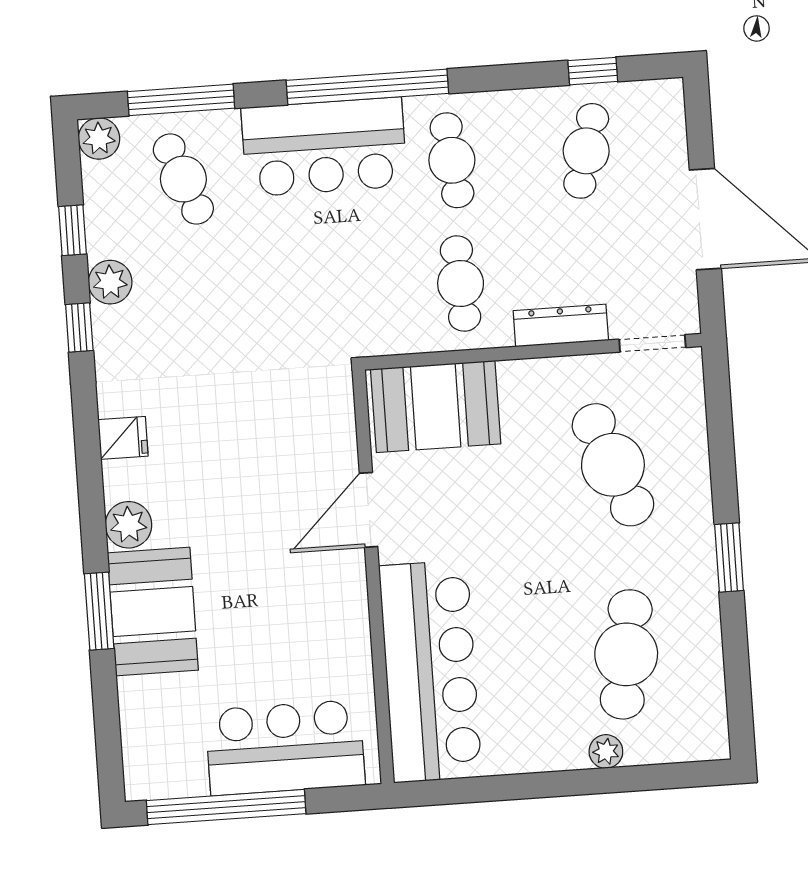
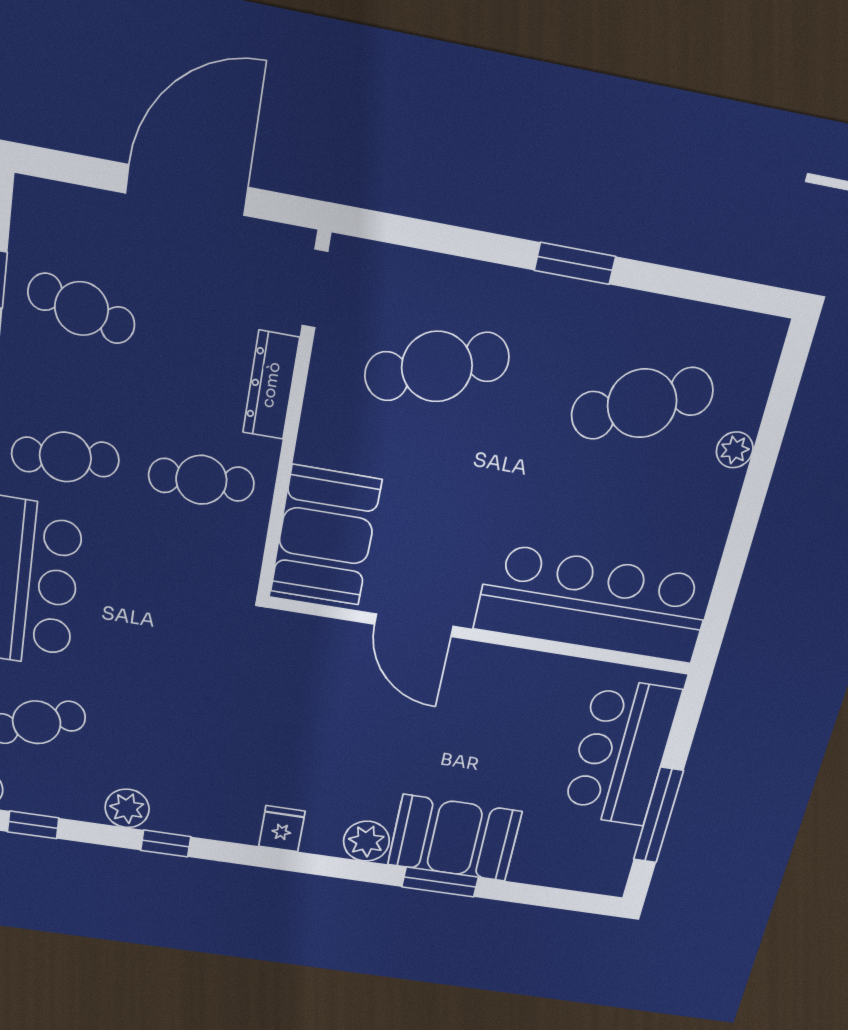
window: (73, 230) -> (33, 825), moved
cafe table: (626, 654) -> (642, 403), turned -33
window: (226, 807) -> (658, 815), width x0.68

